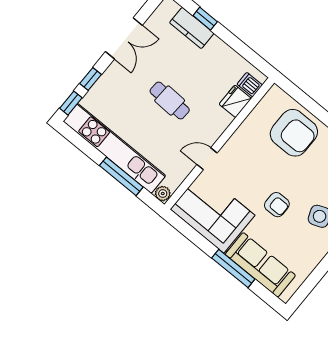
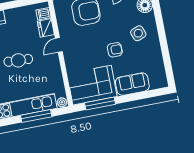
door: (207, 159) -> (59, 45), moved
sofa: (260, 265) -> (132, 84), width x0.73
window: (233, 268) -> (100, 104), moved

